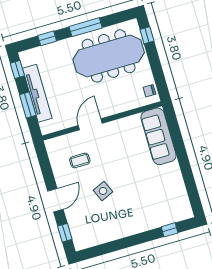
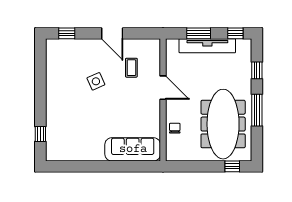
chair: (149, 91) -> (175, 128), moved
door: (55, 200) -> (112, 33), moved

